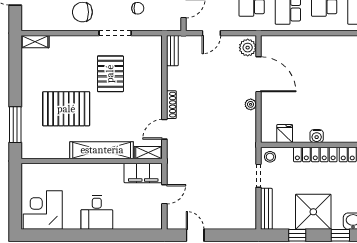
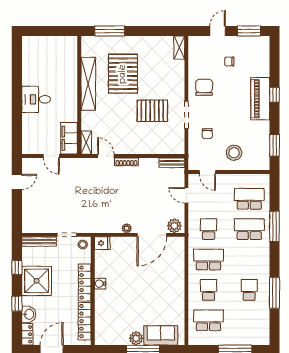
fridge: (285, 133) -> (102, 243), moved
shelving: (102, 150) -> (88, 84), moved
corner desk: (43, 210) -> (38, 54), removed

